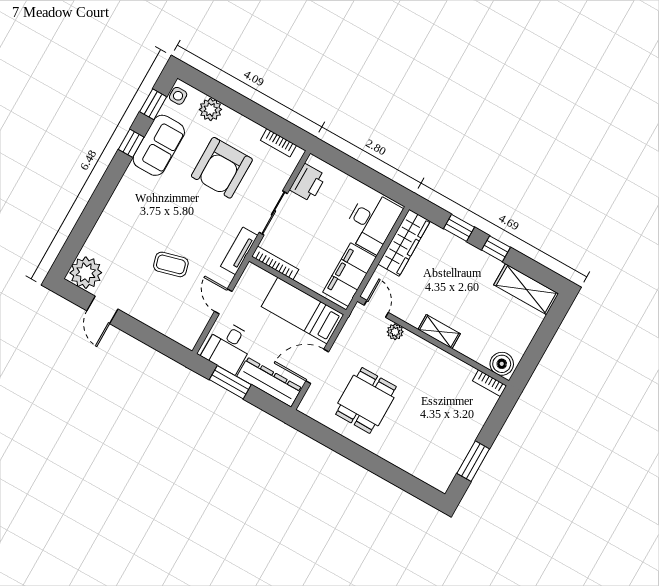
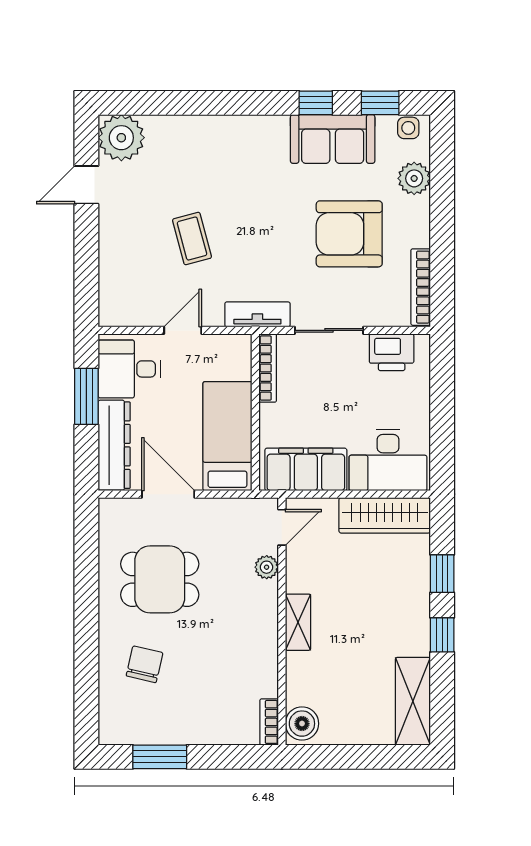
bookcase: (278, 143) -> (421, 287), width x1.56
chair: (412, 439) -> (145, 664), added

